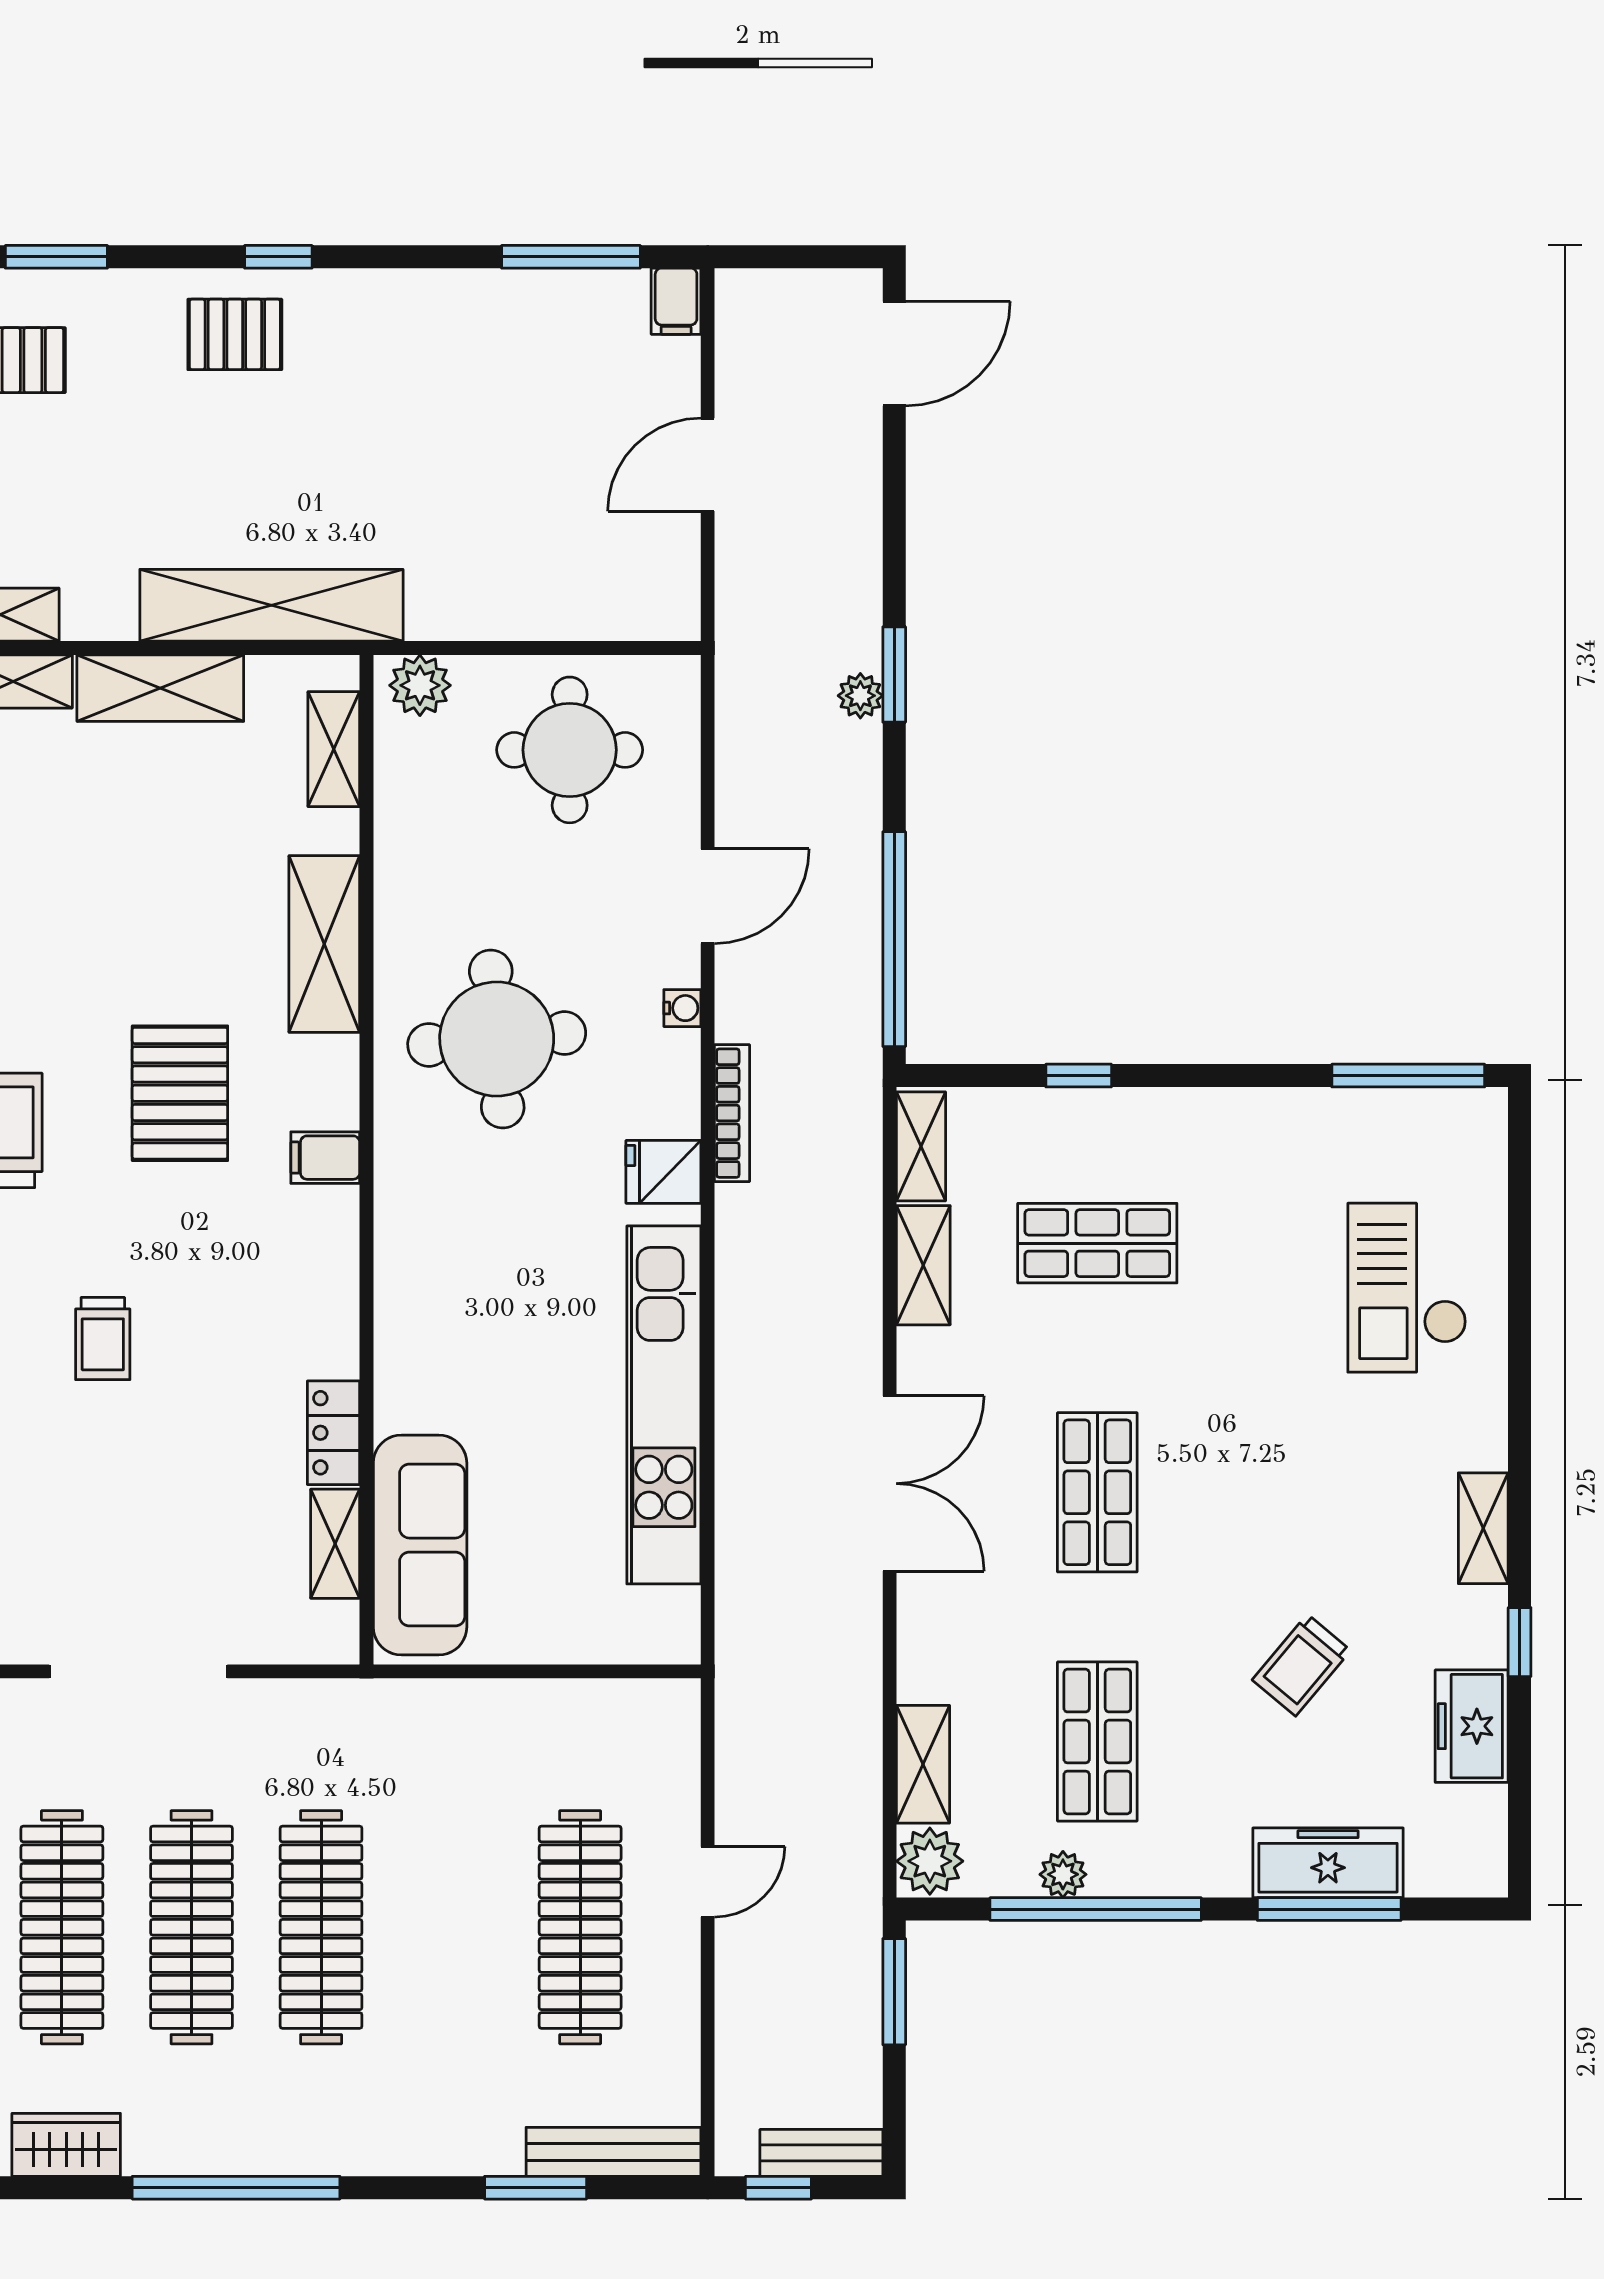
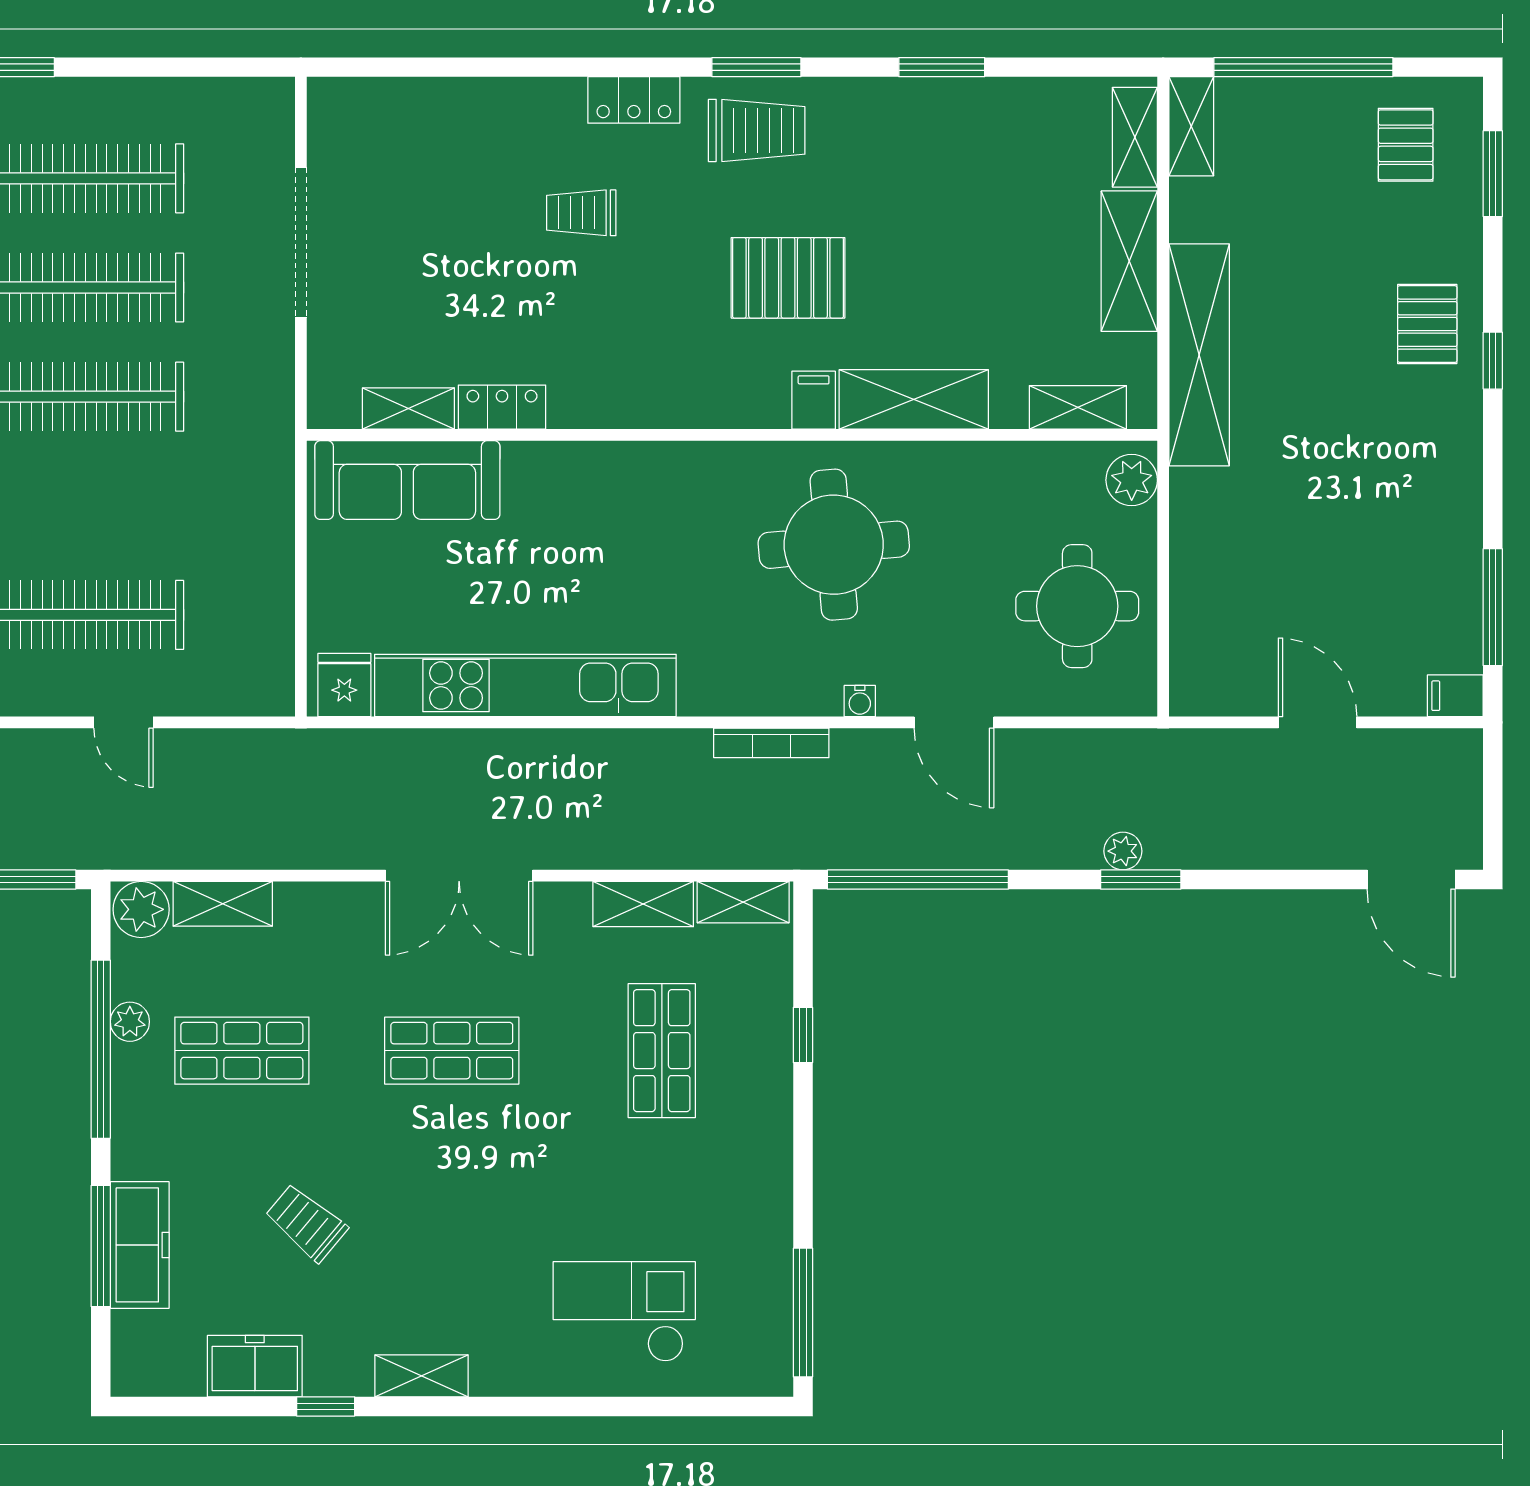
filing cabinet: (325, 1158) -> (814, 400), moved
fridge: (663, 1172) -> (344, 685), moved

